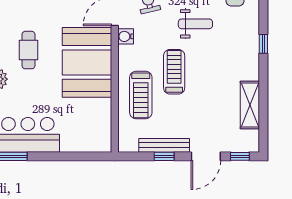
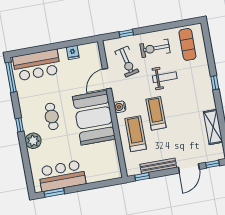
water cooler: (126, 36) -> (120, 107), moved
treadmill: (141, 95) -> (136, 134), turned 180
window: (164, 156) -> (142, 177), moved

